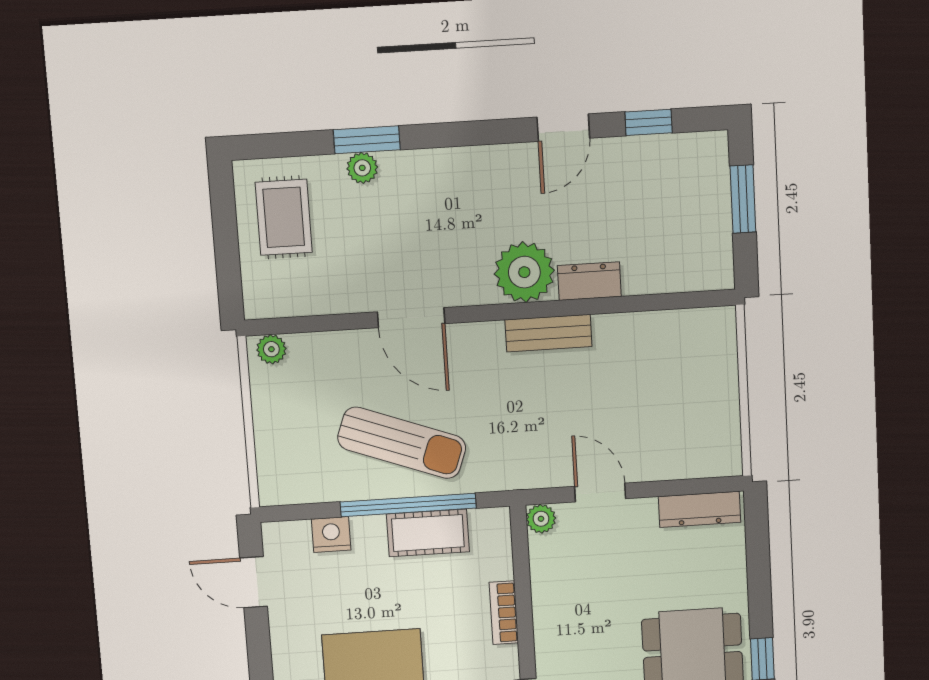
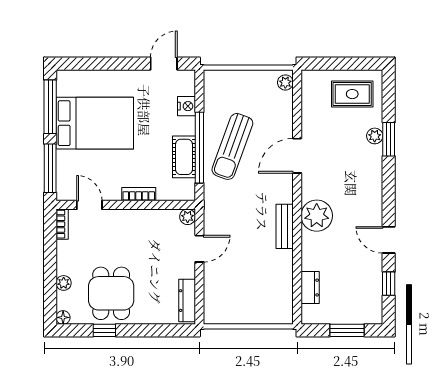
dresser: (589, 281) -> (310, 288), moved

